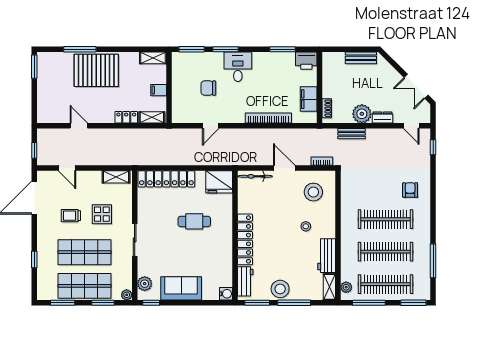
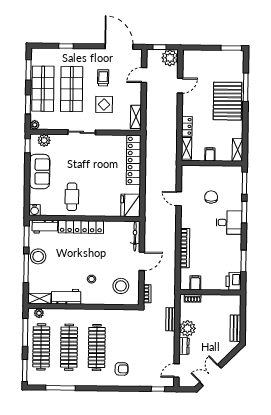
filing cabinet: (309, 99) -> (195, 283), width x0.50
plant: (47, 138) -> (170, 58), added
cafe table: (194, 221) -> (72, 197), moved

